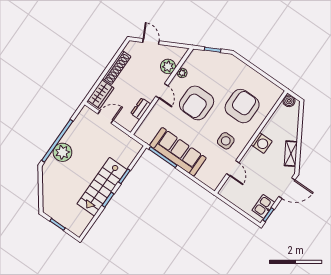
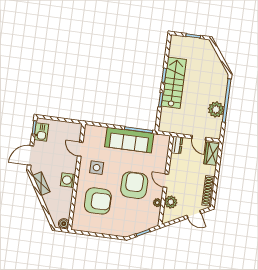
shoe rack: (117, 68) -> (209, 191), moved
armchair: (242, 106) -> (98, 201), turned -90
dresser: (141, 109) -> (177, 145), moved
door: (106, 117) -> (199, 138), hinge flipped
plant: (62, 152) -> (216, 109), moved

